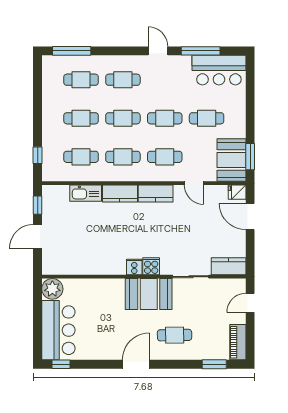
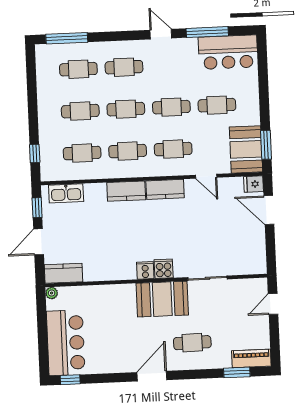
kitchen sink: (86, 193) -> (66, 193), moved
kitchen counter: (229, 266) -> (63, 273), moved
plant: (52, 289) -> (52, 293), width x0.53, depth x0.53
piano: (238, 342) -> (251, 358), moved, turned 90

